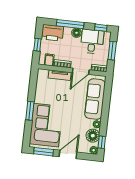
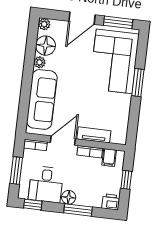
window: (70, 24) -> (78, 210), width x0.69
printer: (53, 33) -> (111, 202), width x0.53, depth x0.68
window: (102, 142) -> (32, 36), removed

